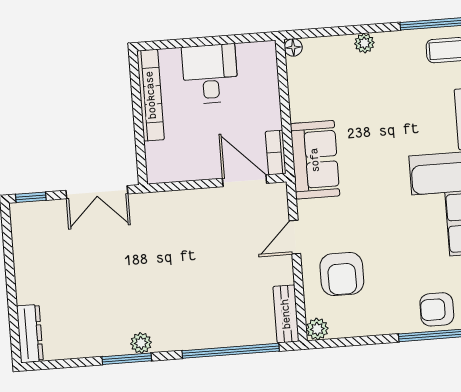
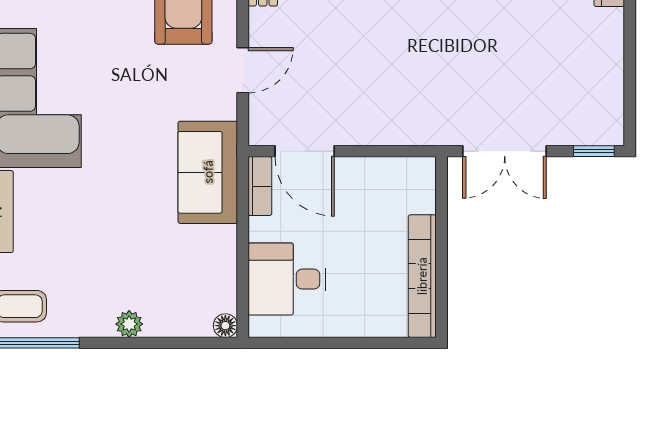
desk: (210, 74) -> (287, 279), moved, turned 90
double door: (97, 192) -> (505, 151), swing flipped

